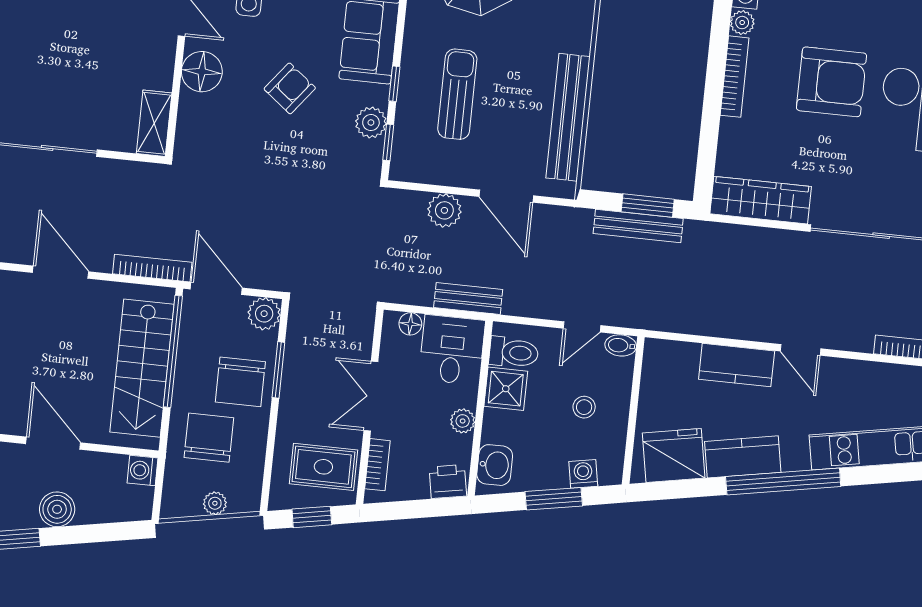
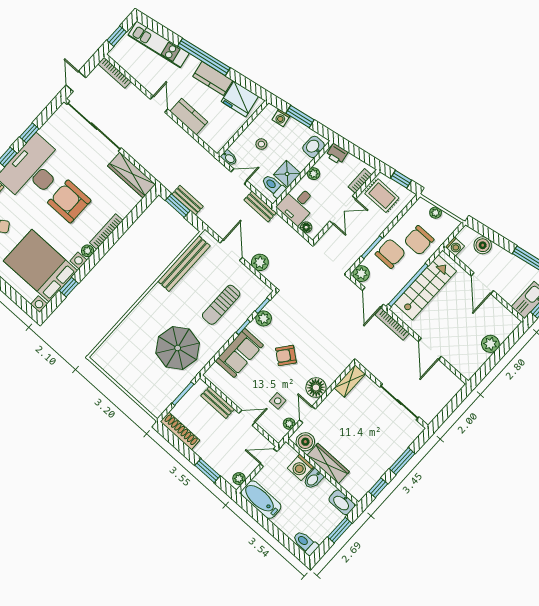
bench: (638, 226) -> (188, 200), width x0.73
bench: (468, 298) -> (260, 206), moved
boiler: (57, 509) -> (483, 245), moved

